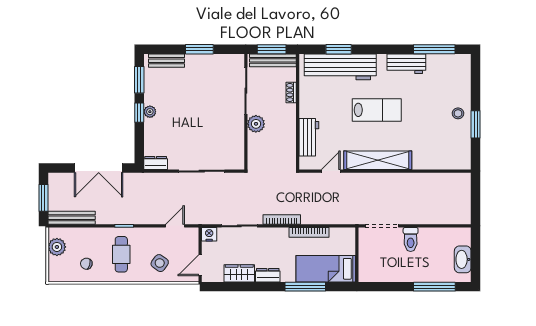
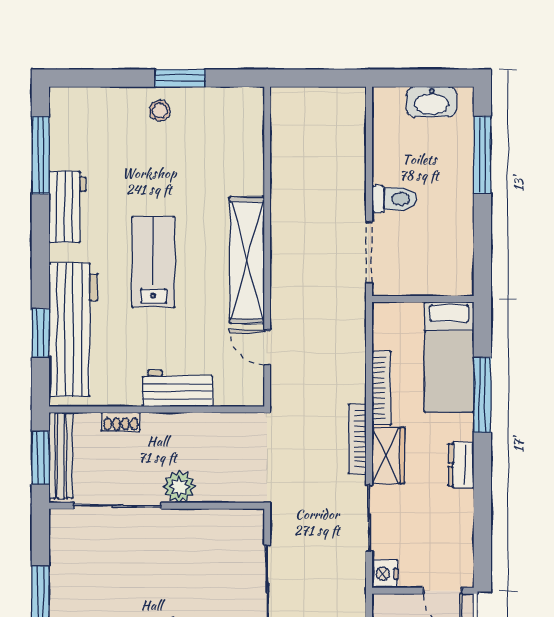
workbench: (309, 137) -> (177, 388), moved
wardrobe: (239, 273) -> (388, 455), moved, turned 180

